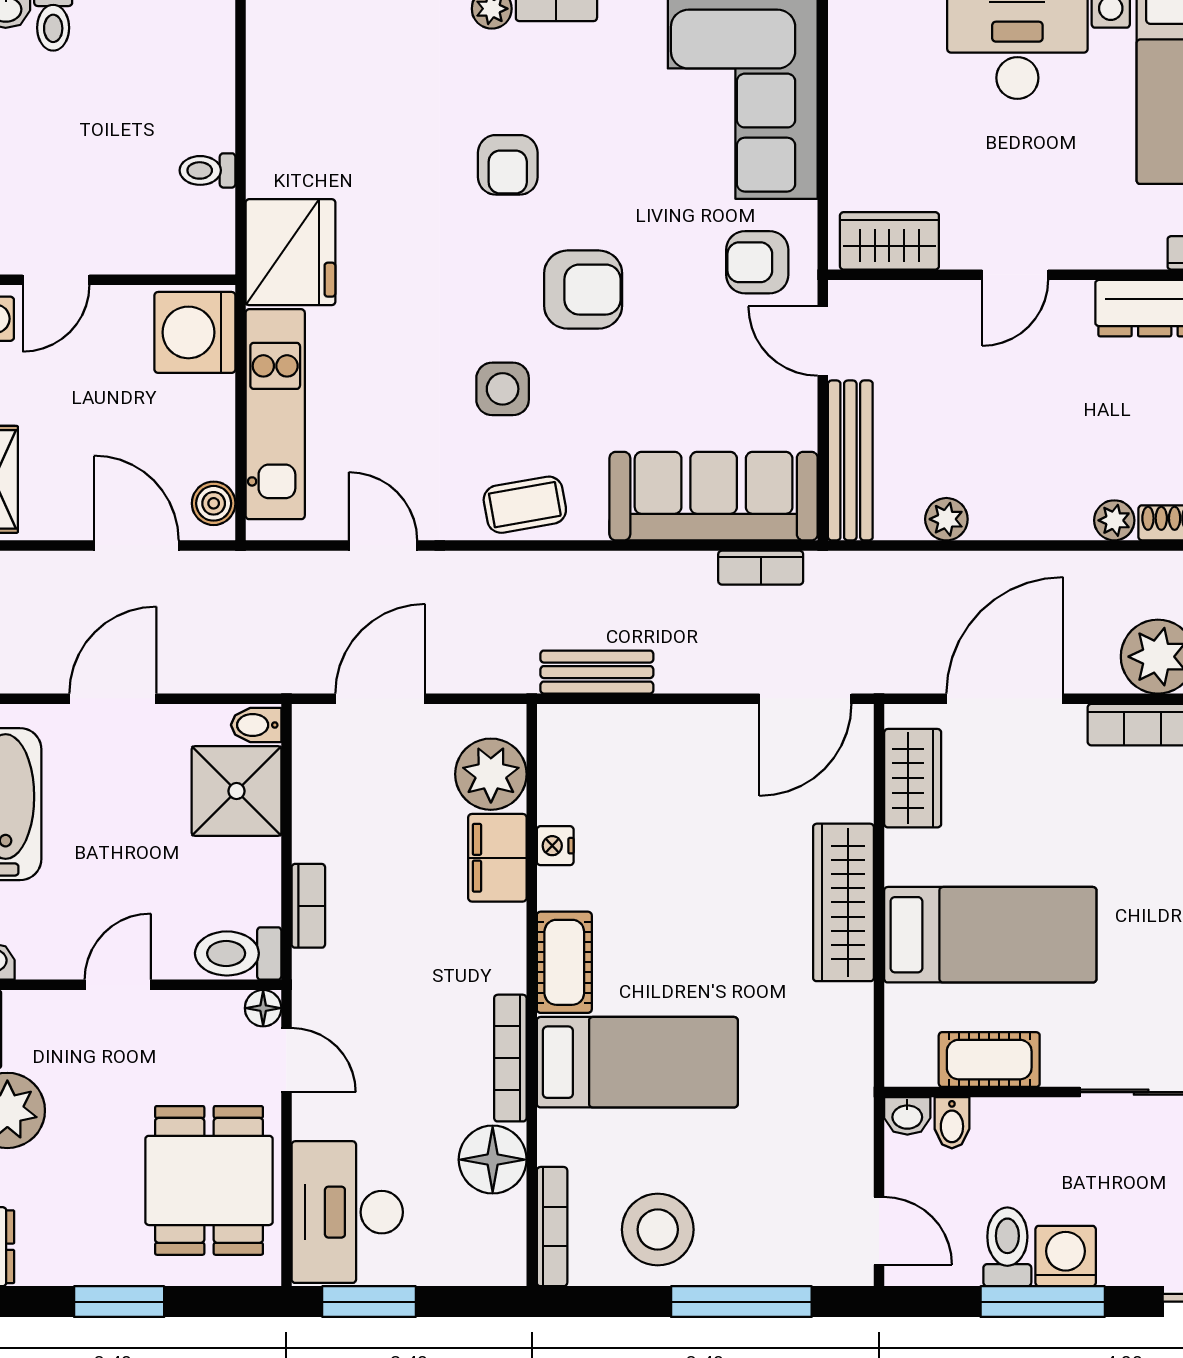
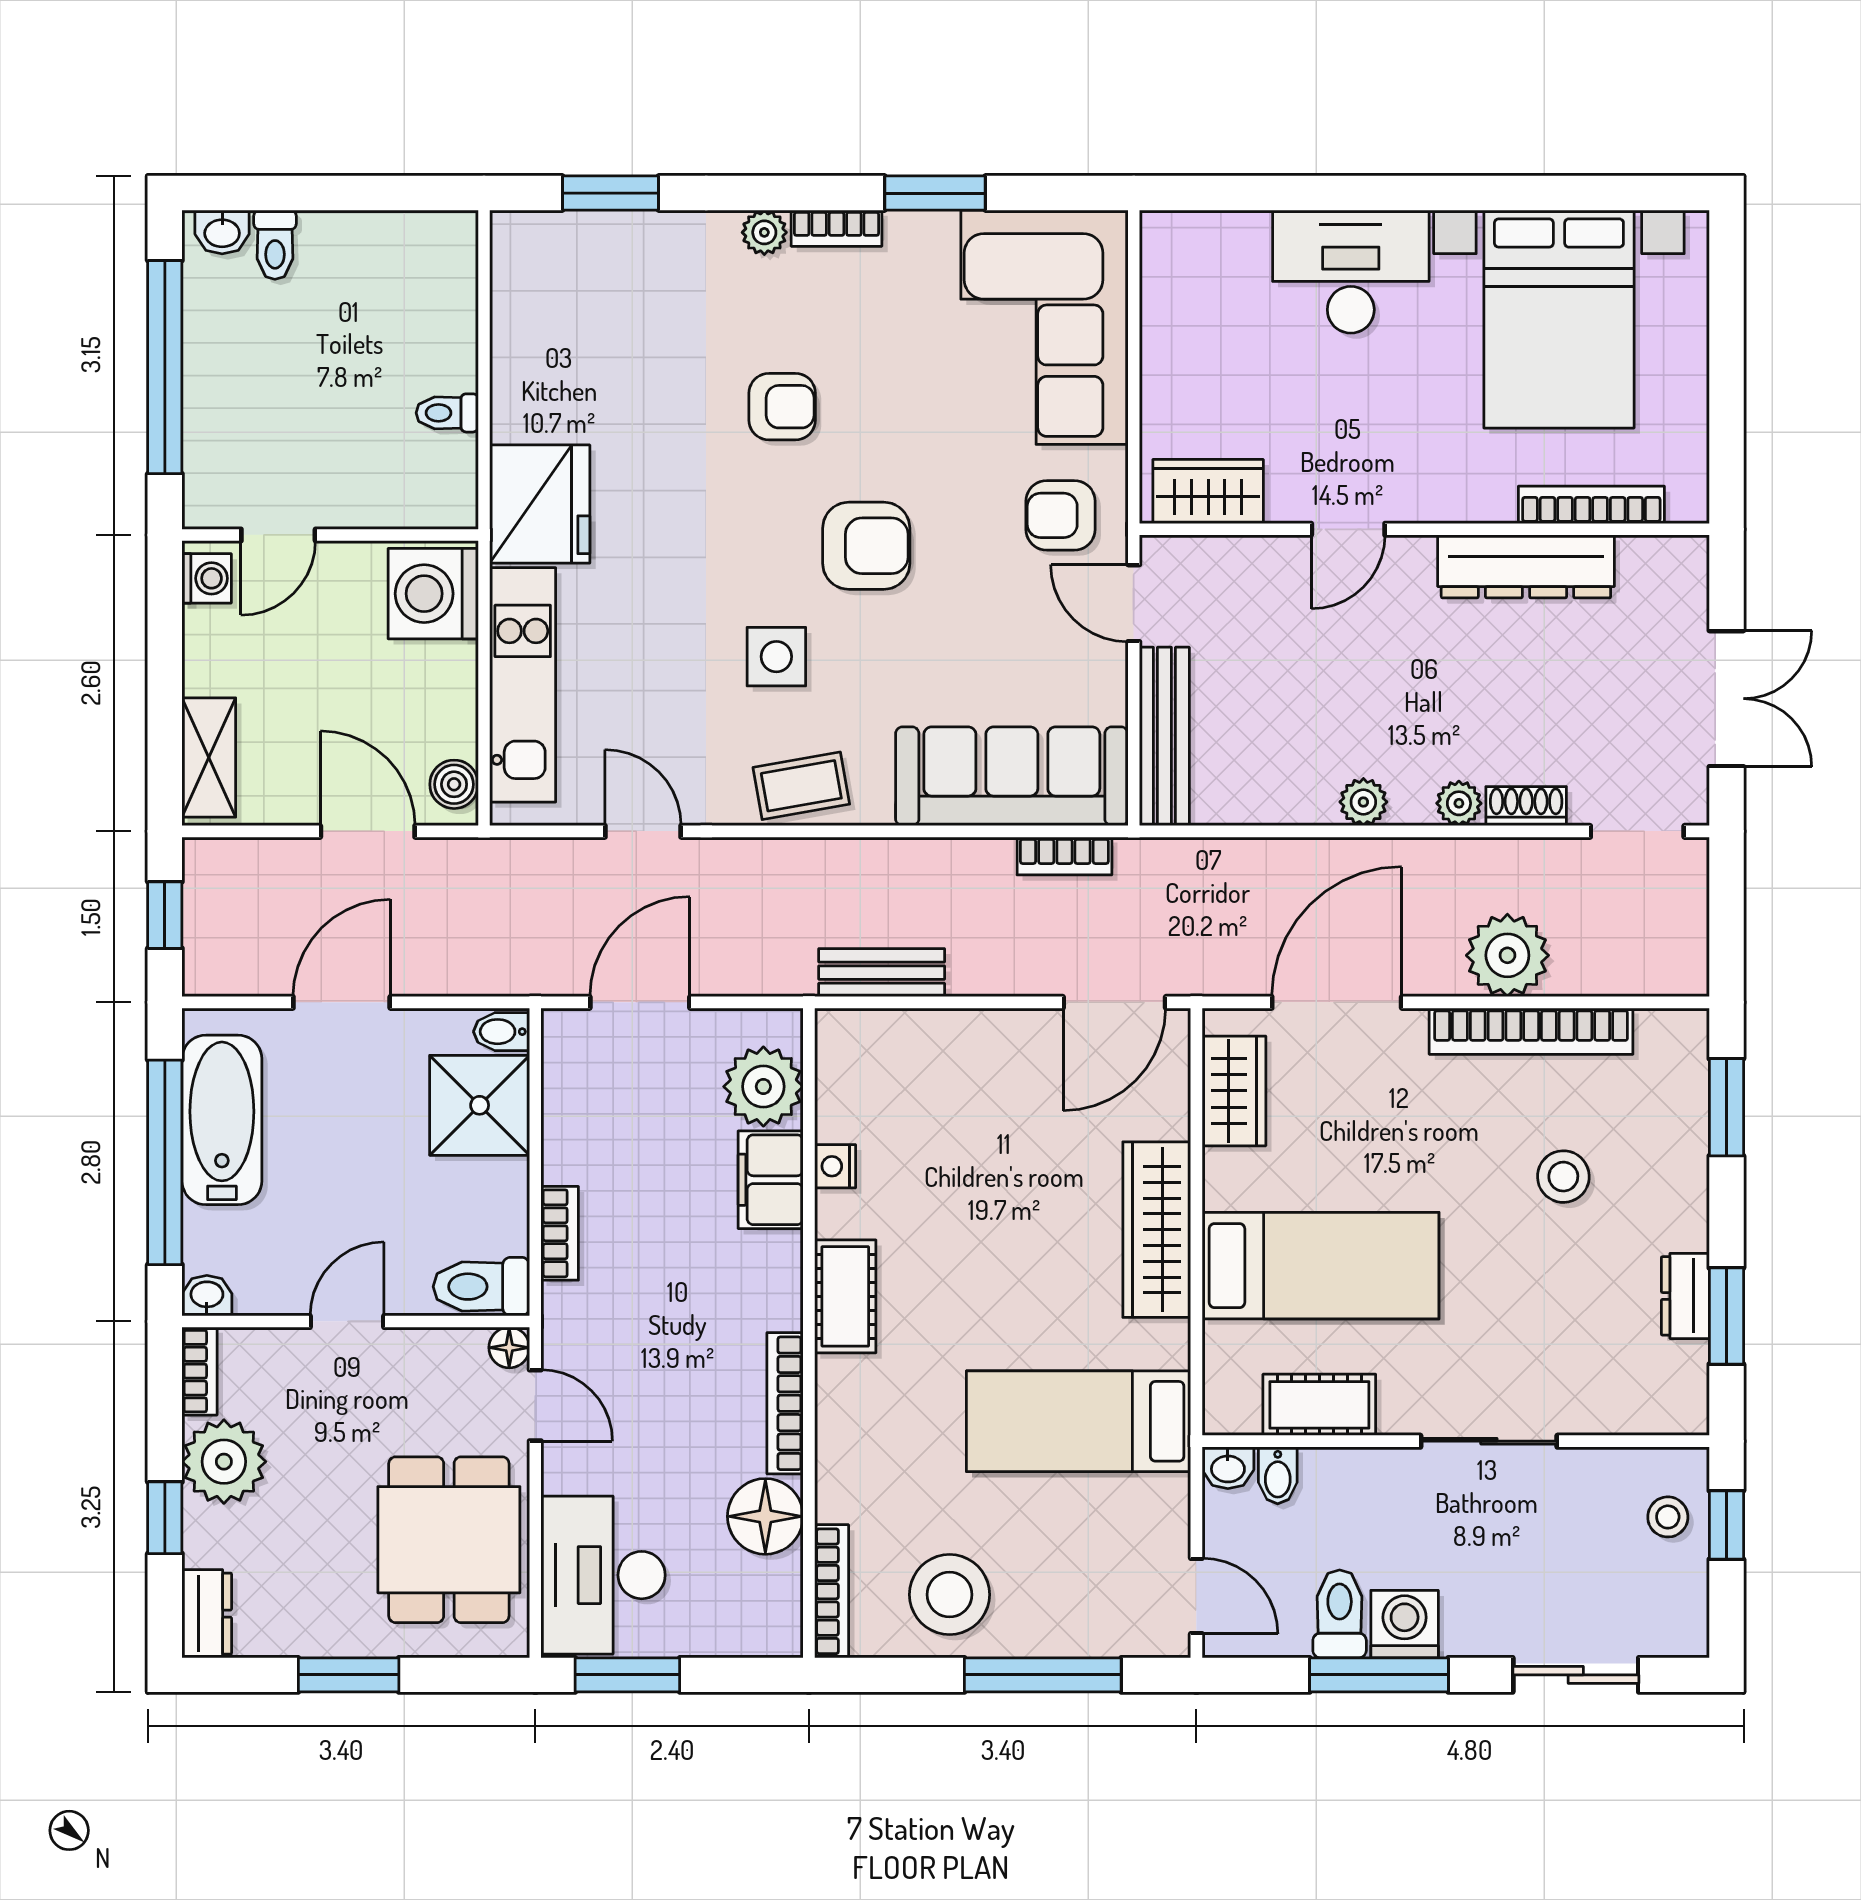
armchair: (508, 165) -> (782, 407), turned -90
plant: (946, 519) -> (1363, 802), moved
bed: (637, 1062) -> (1079, 1421), moved, turned 180

